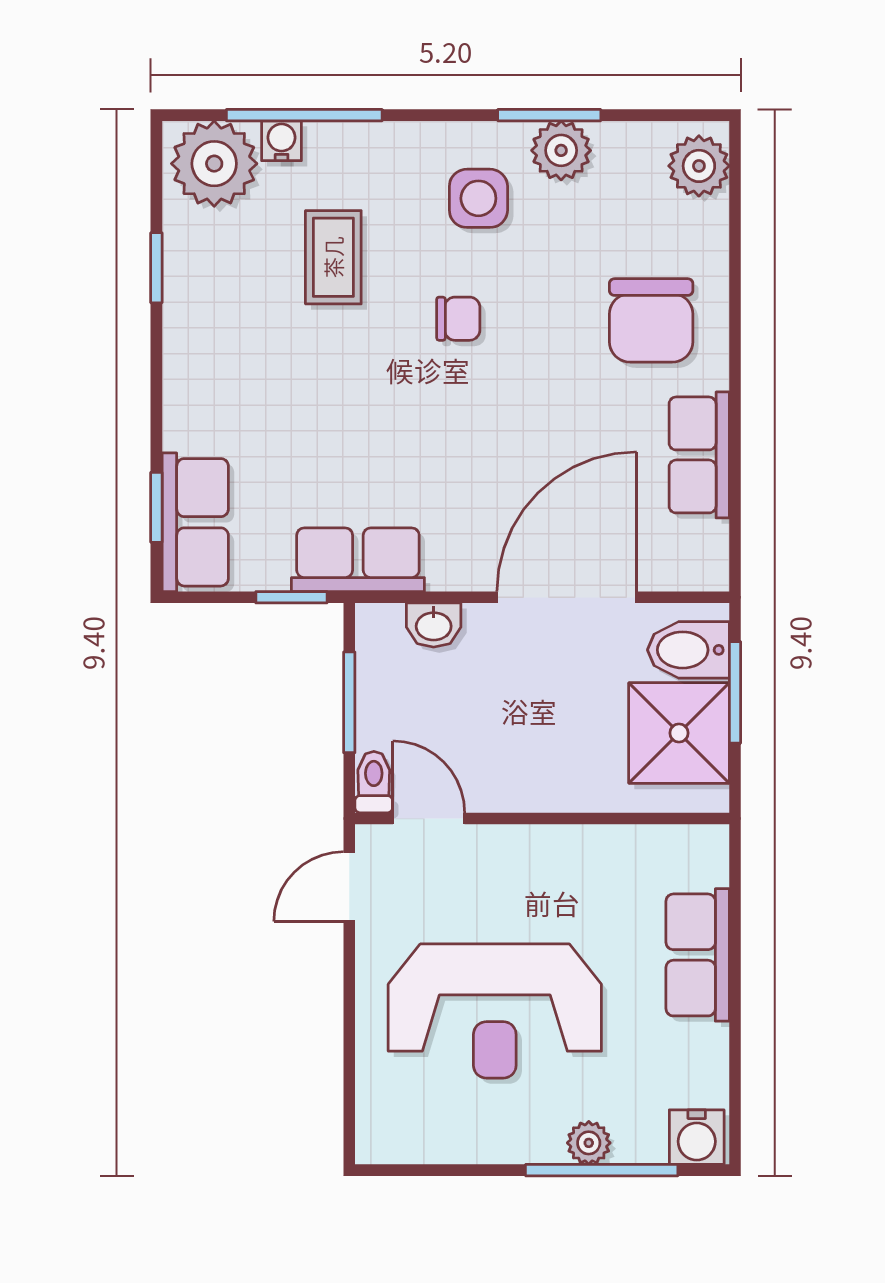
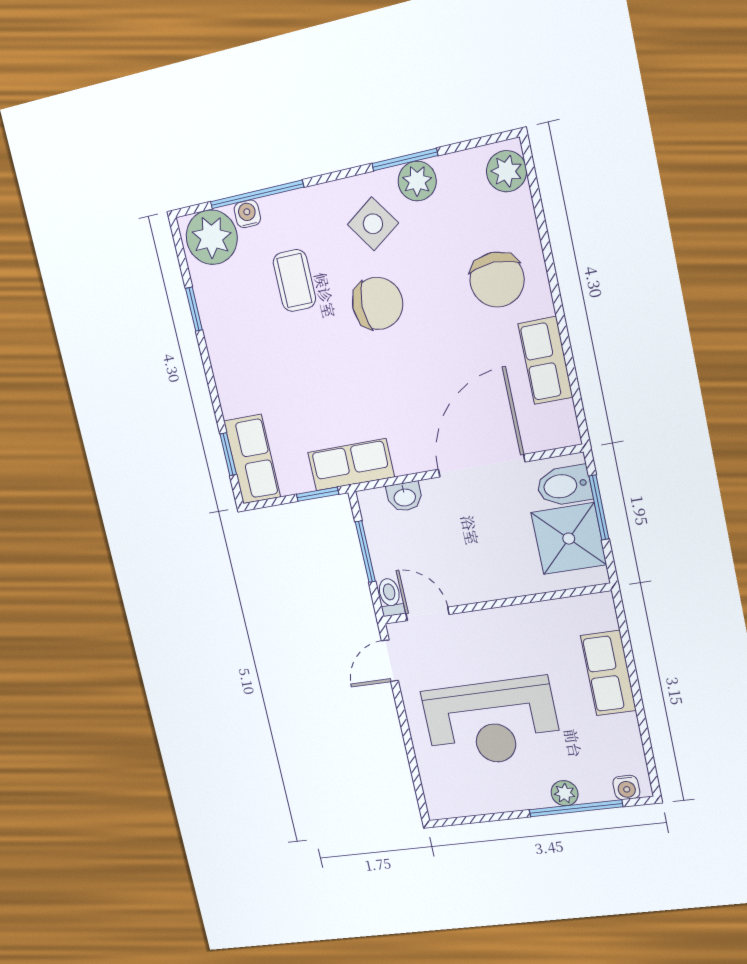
side table: (478, 198) -> (373, 224), turned -35
chair: (458, 319) -> (377, 303), width x1.87, depth x1.87
water cooler: (697, 1137) -> (626, 788), width x0.72, depth x0.72

